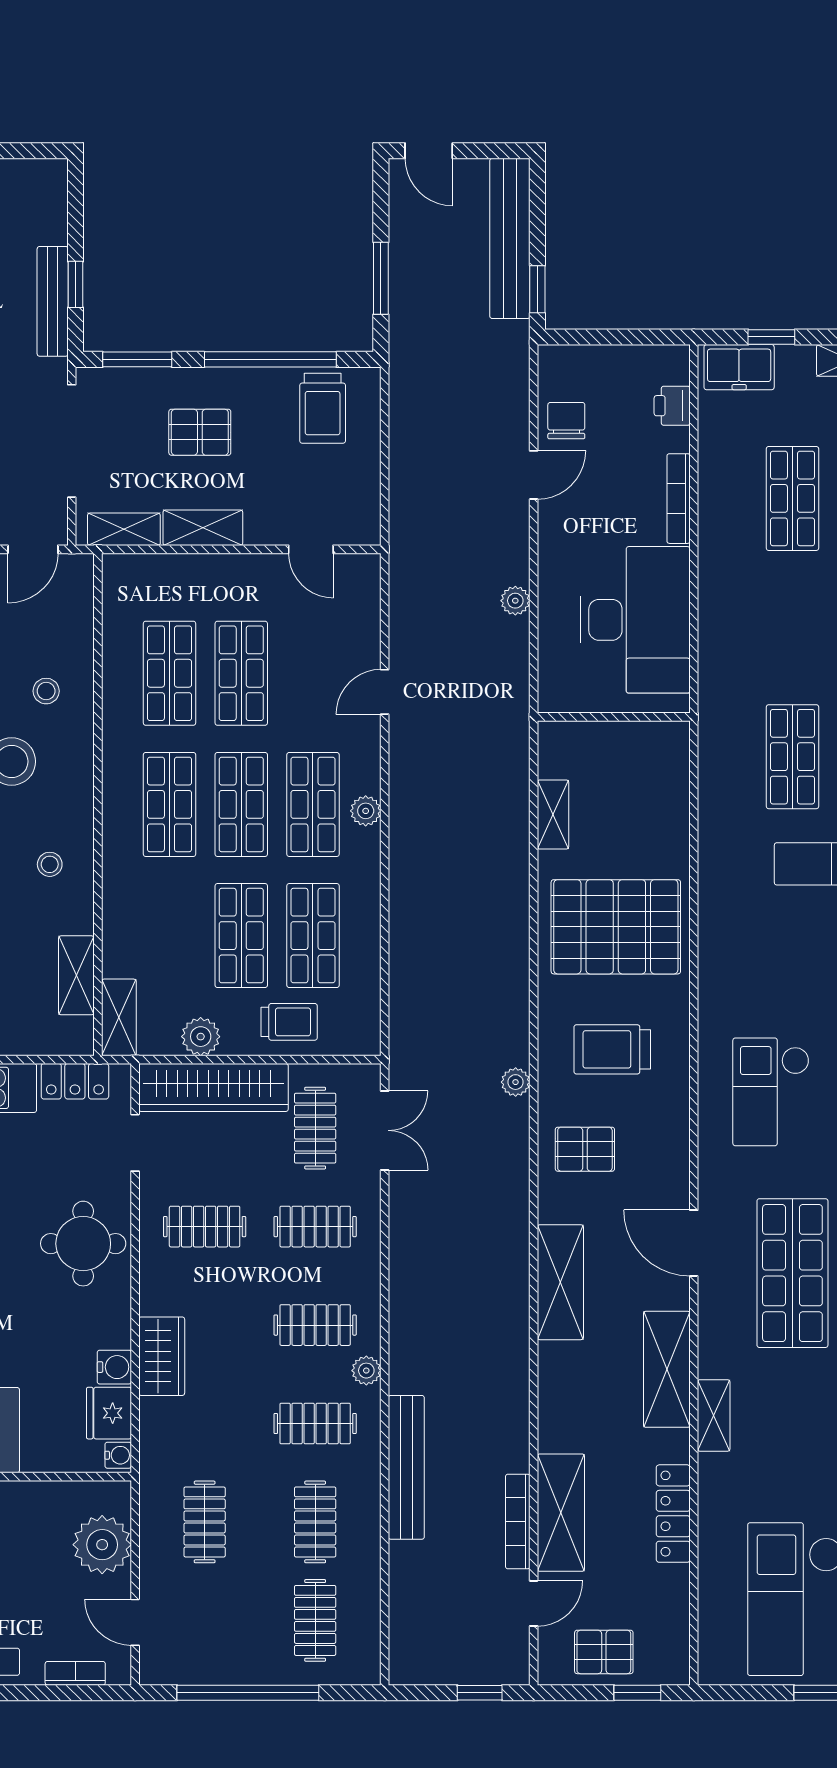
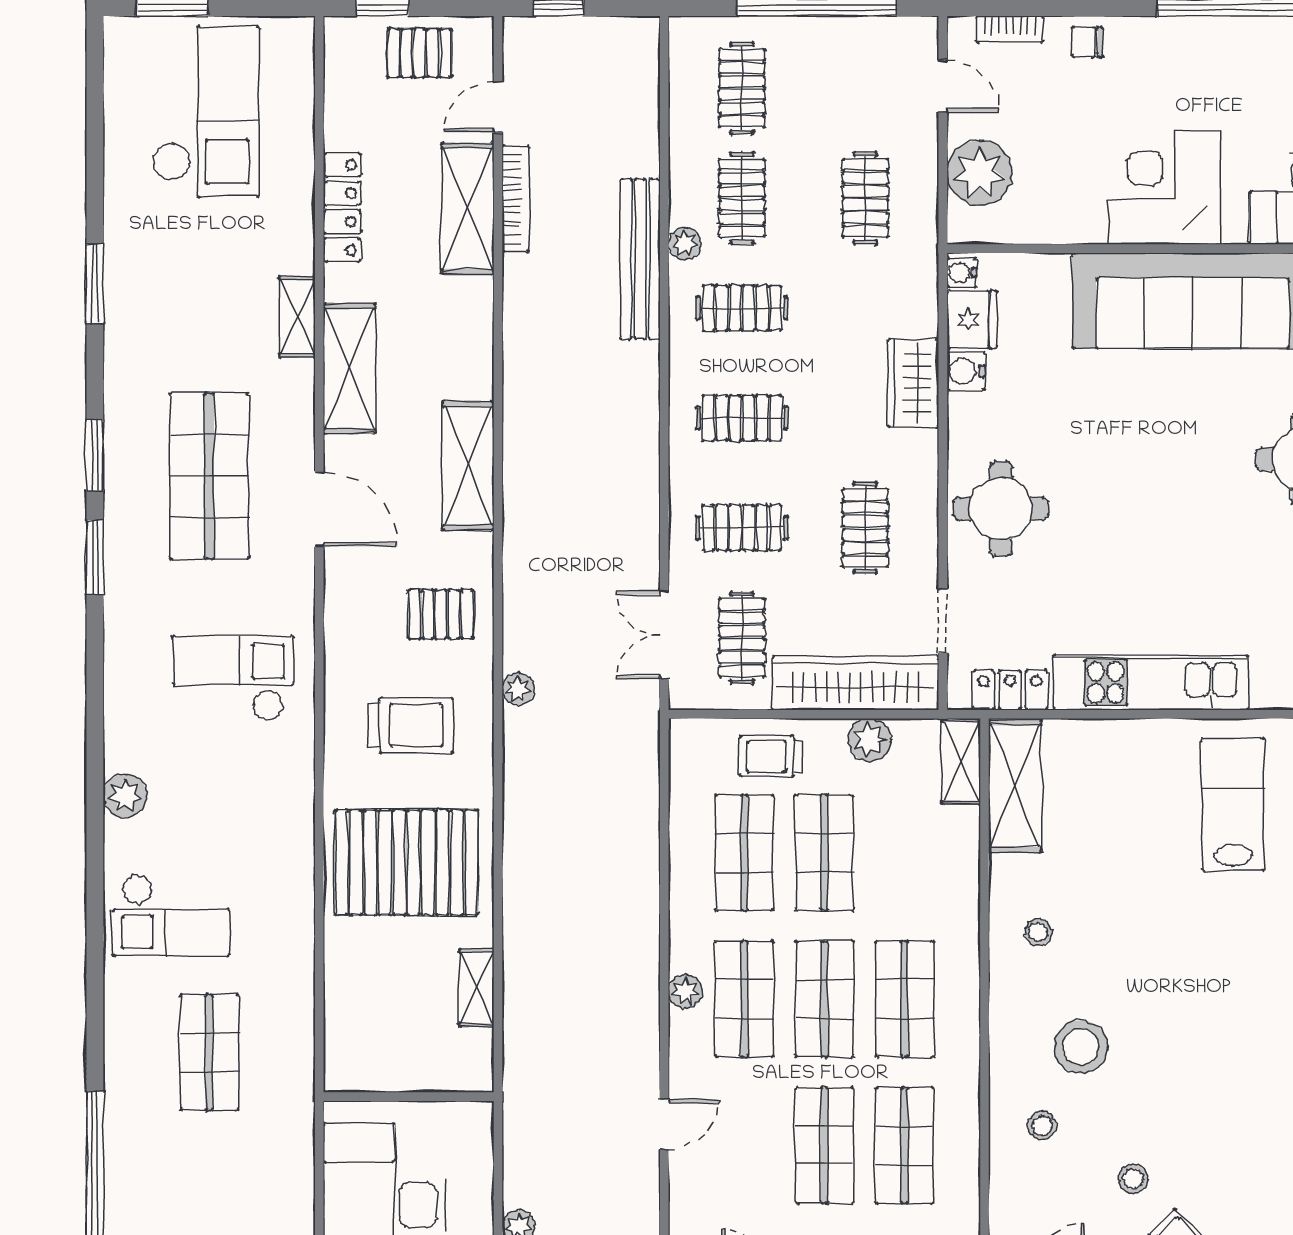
shelving: (76, 975) -> (1015, 786), width x1.50, depth x1.33
checkout: (771, 1092) -> (233, 678), turned -90
clothes rail: (205, 1227) -> (865, 528), turned 90
plant: (366, 1371) -> (685, 244), moved

